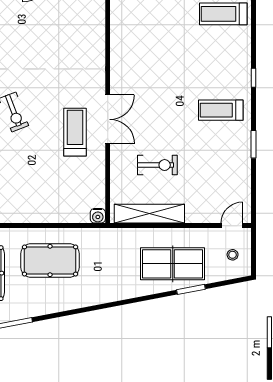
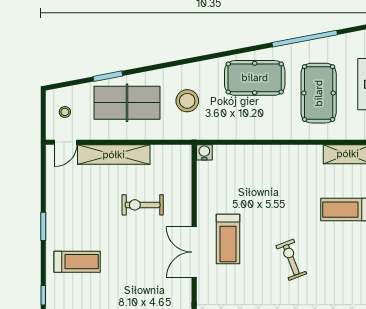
shelving: (149, 214) -> (114, 155), moved
pool table: (50, 260) -> (255, 78), moved
stool: (114, 266) -> (187, 101), added

